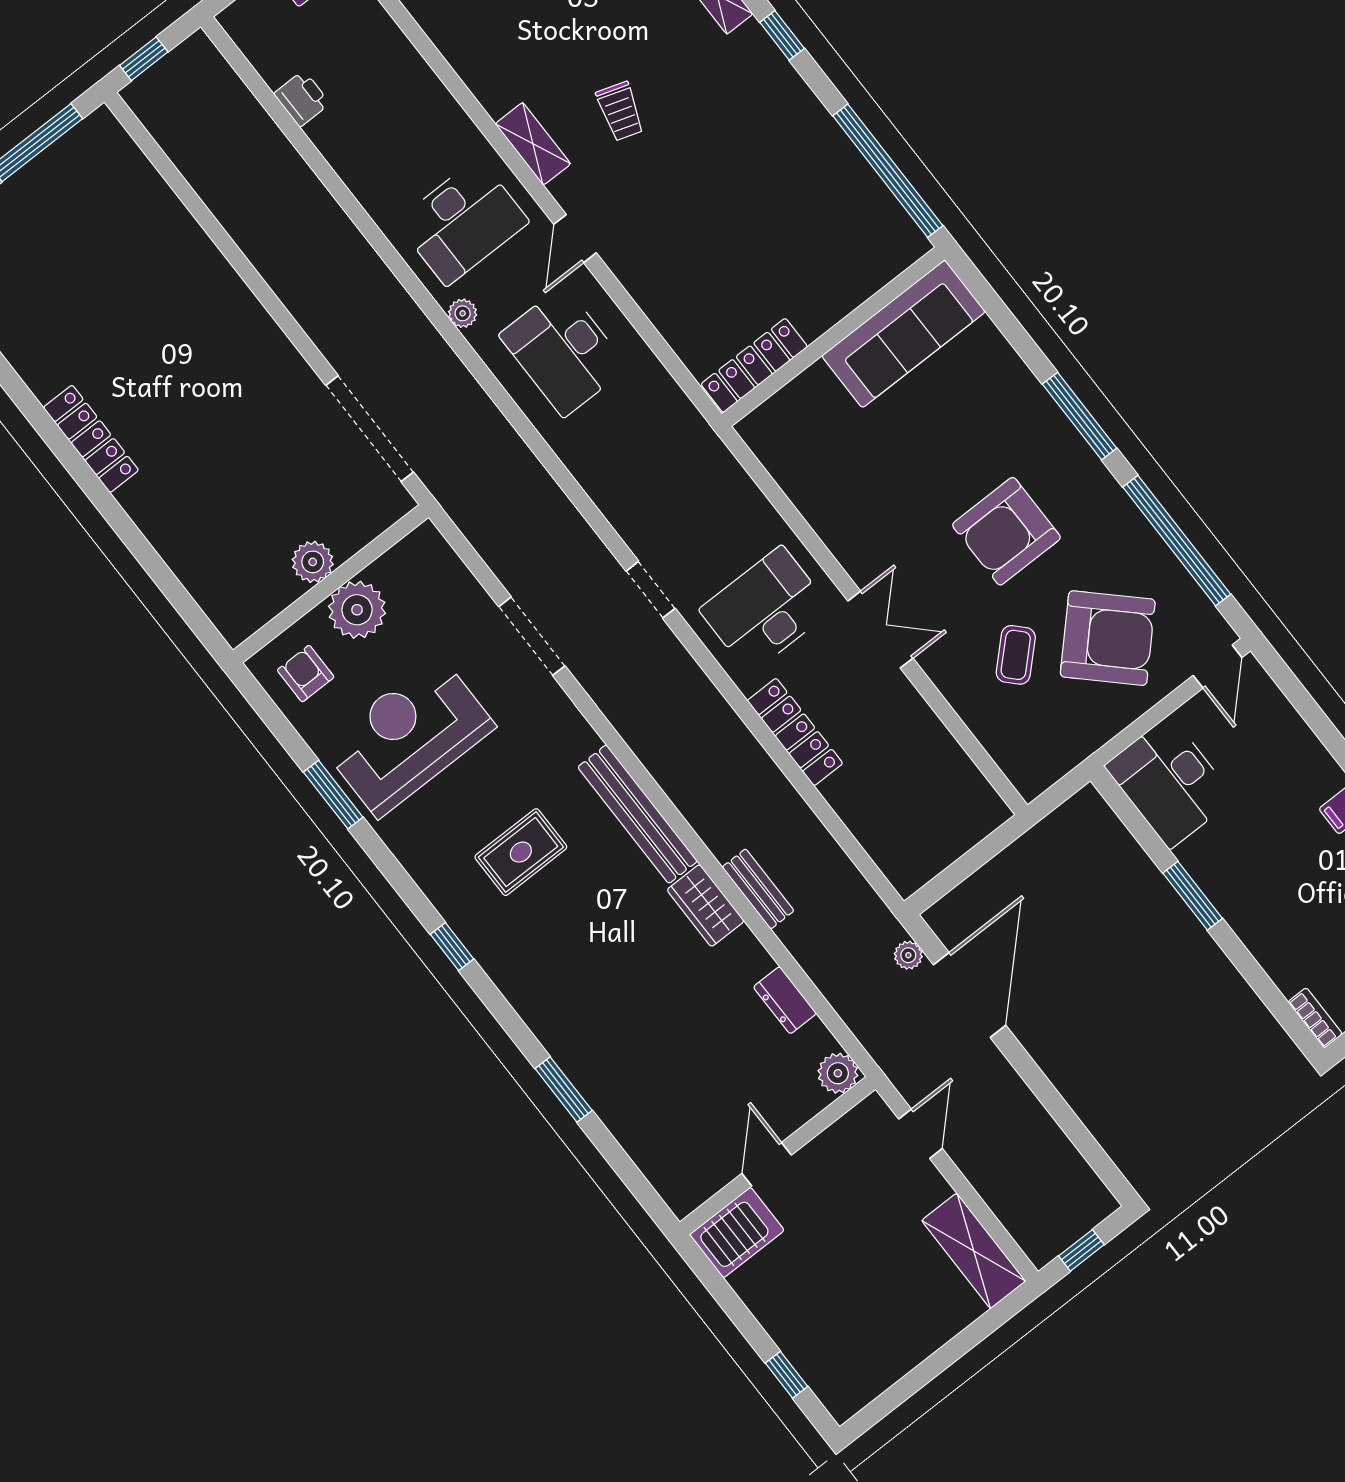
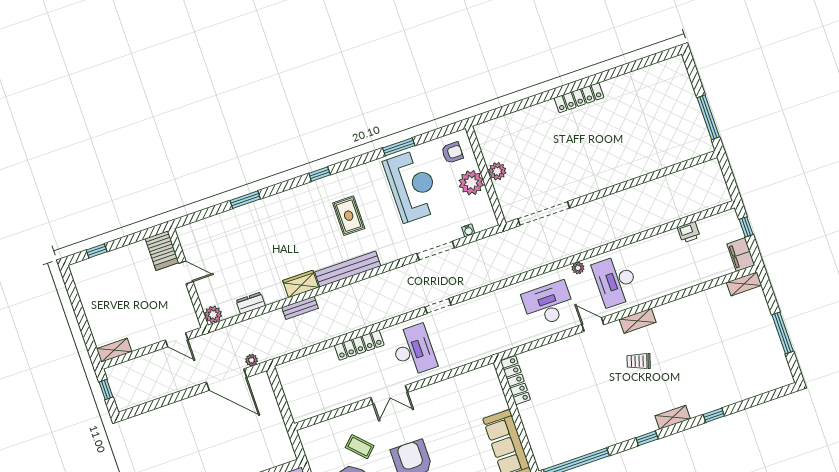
window: (144, 59) -> (728, 173), removed
water cooler: (463, 581) -> (468, 230), added
shelving: (974, 1251) -> (114, 350), width x0.67, depth x0.75

